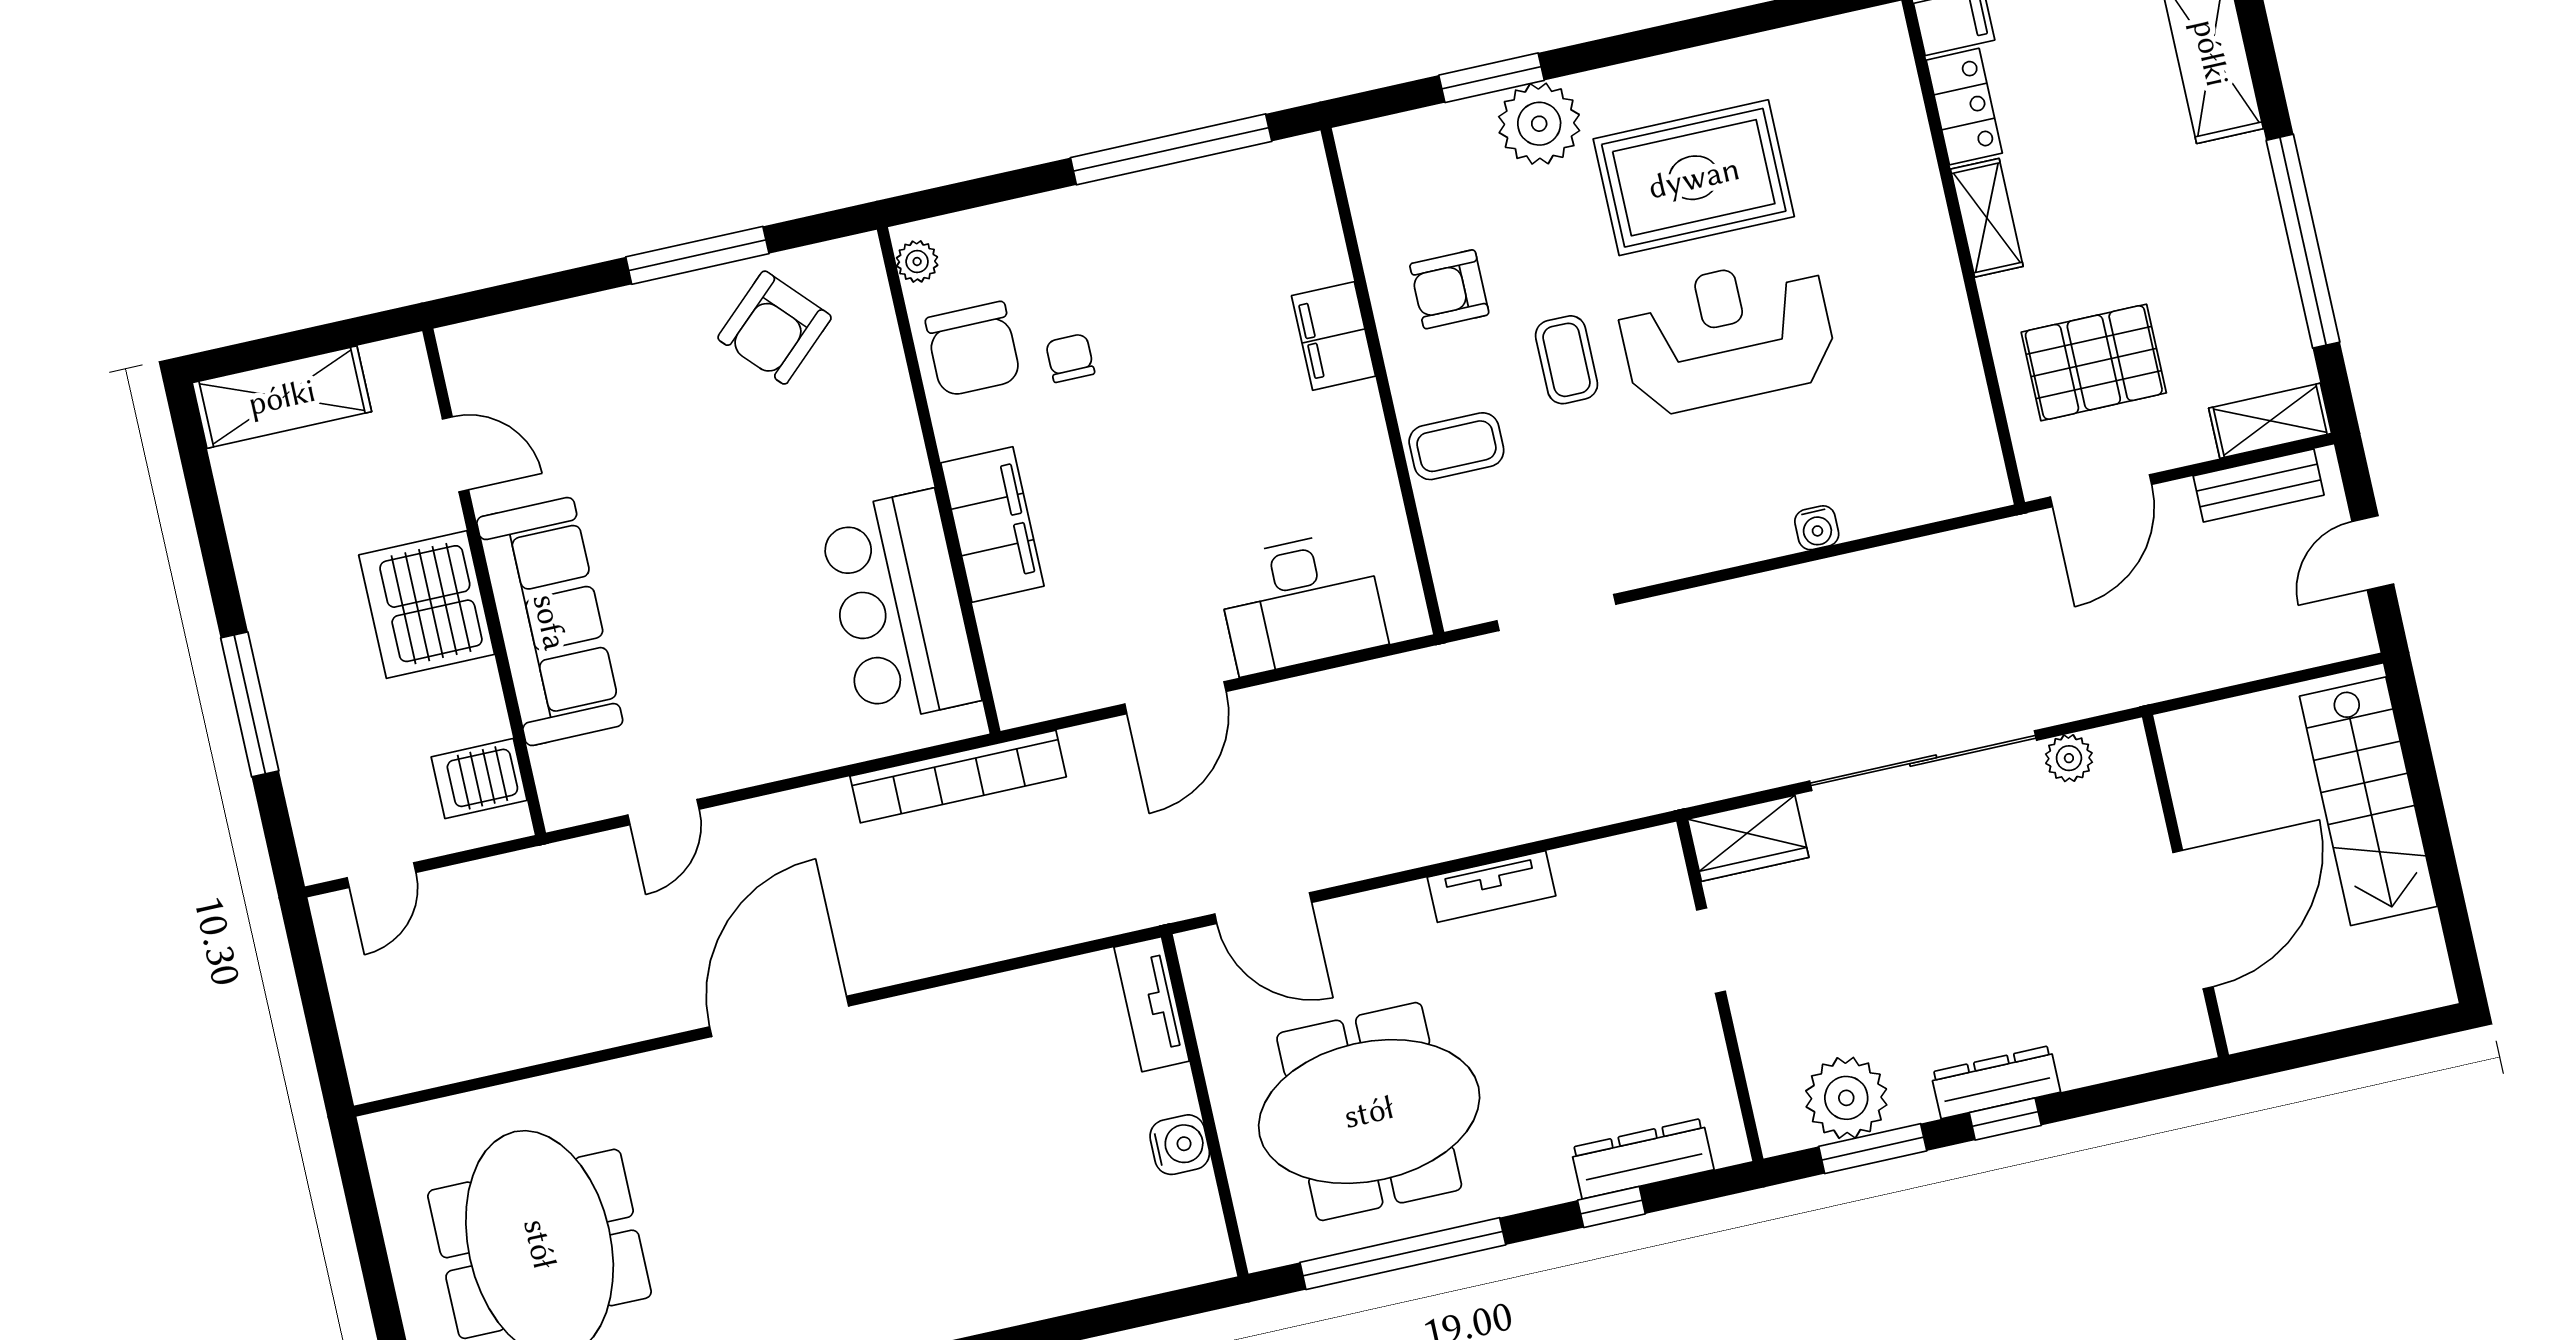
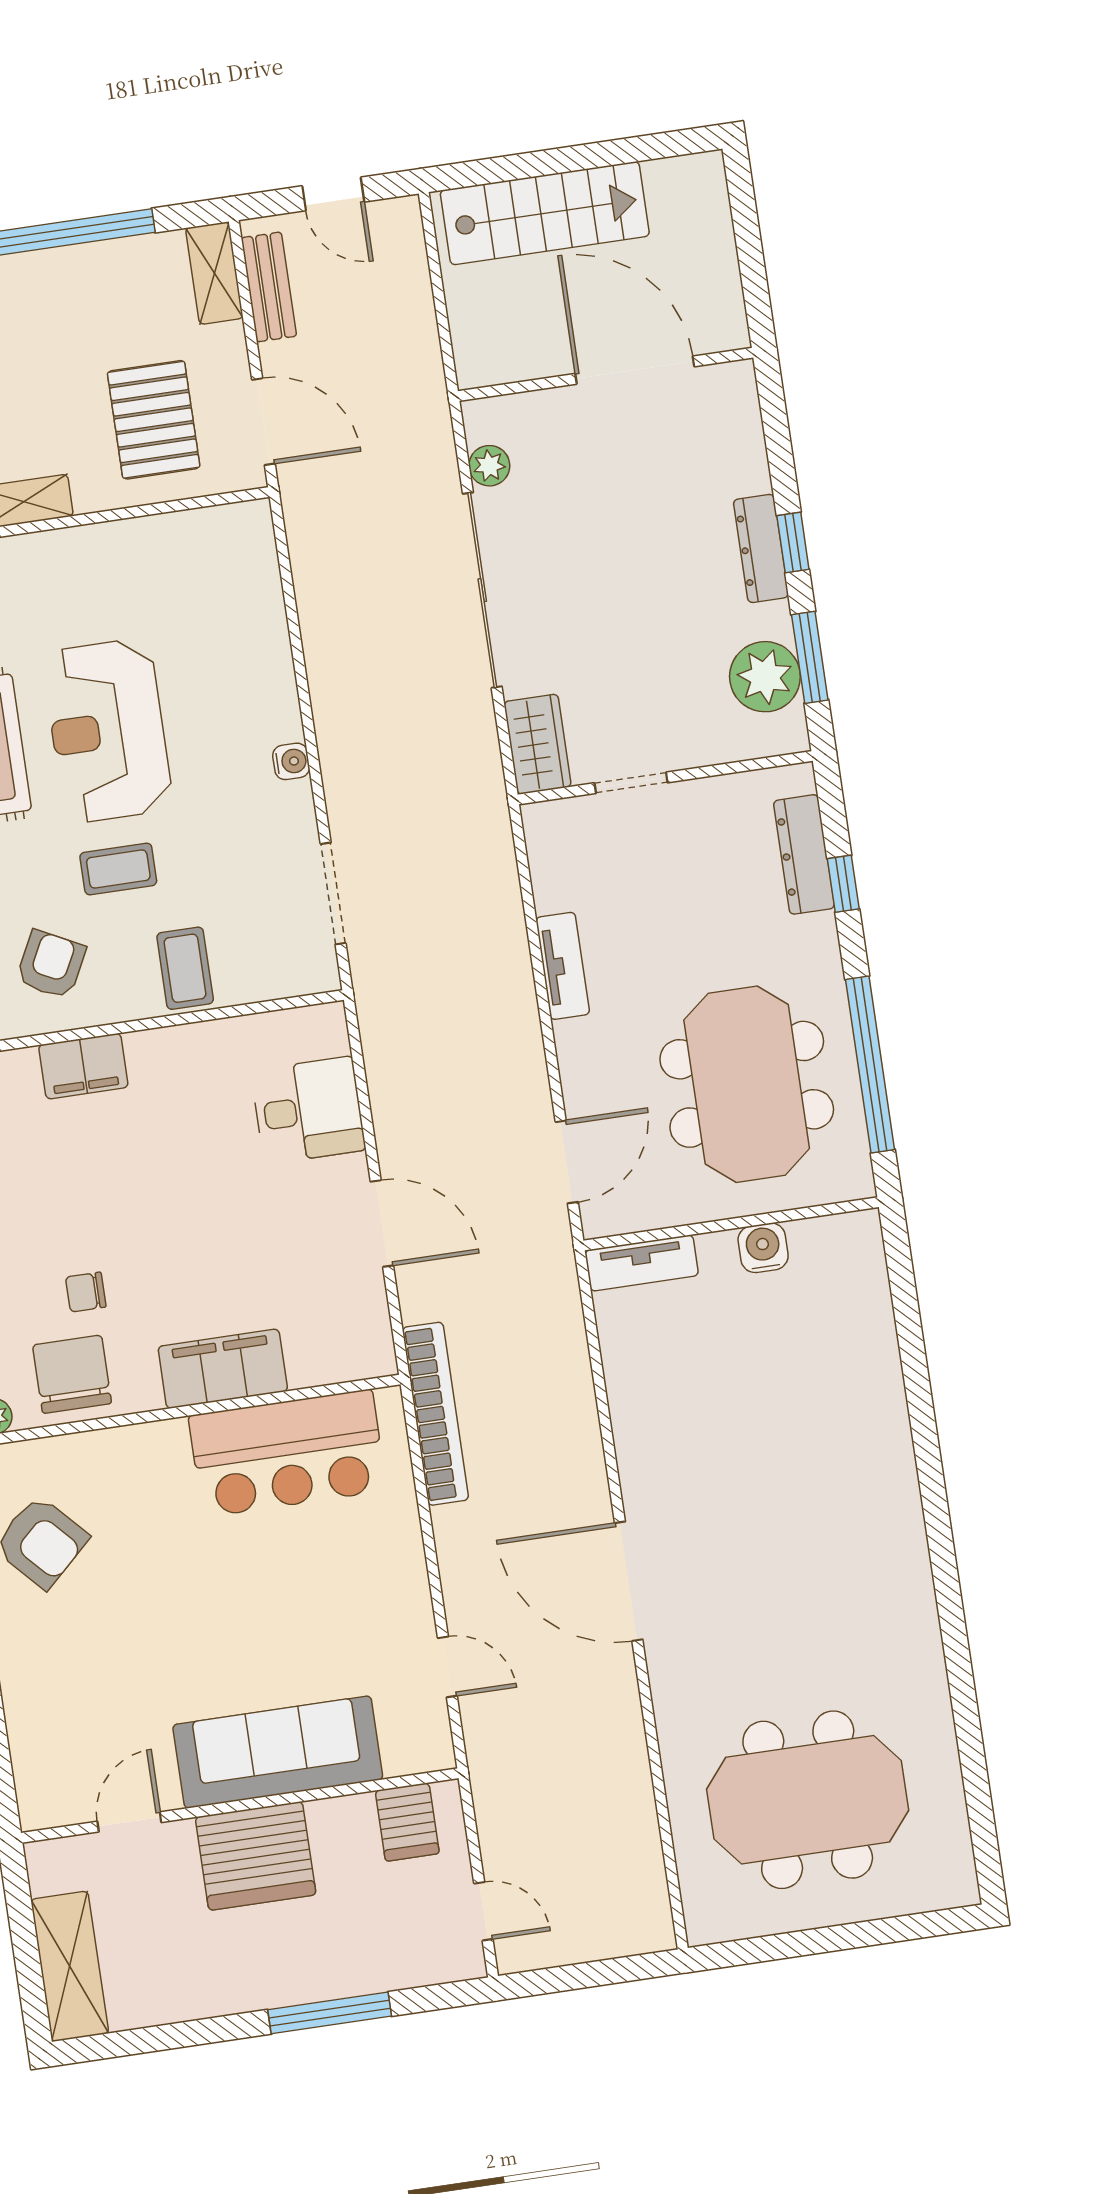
armchair: (1449, 289) -> (51, 965), turned -153
chair: (973, 349) -> (72, 1374), turned -90
water cooler: (1817, 528) -> (291, 761), moved
desk: (1301, 602) -> (308, 1110), width x0.73

